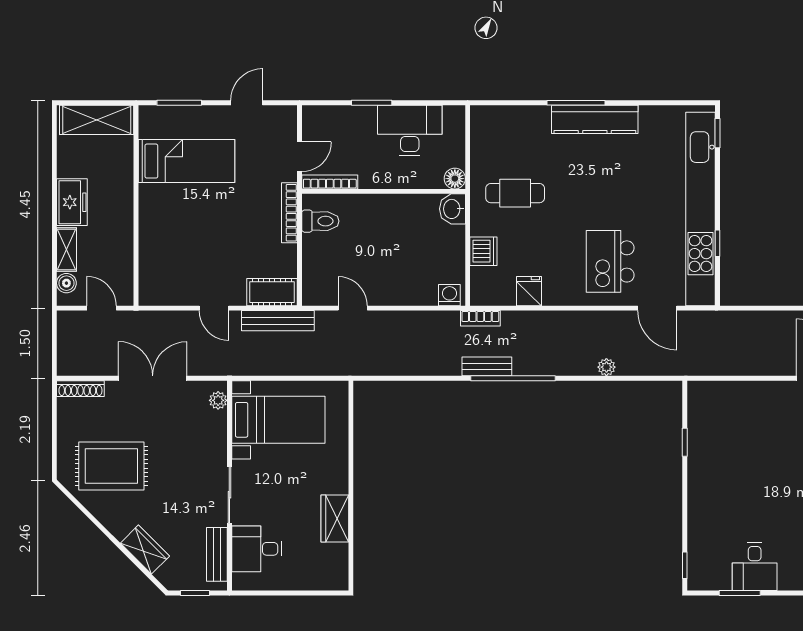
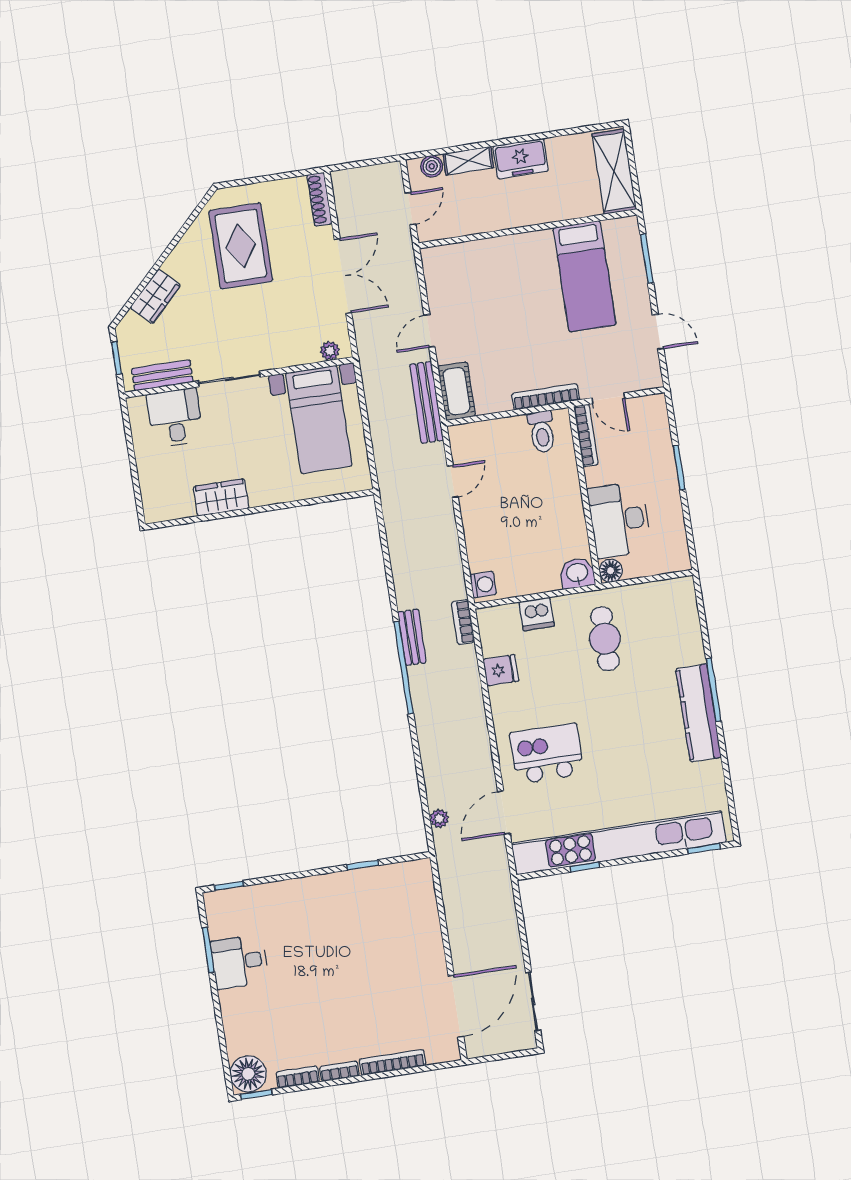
desk: (410, 130) -> (619, 520), moved, turned 180
plant: (606, 367) -> (439, 819), moved

